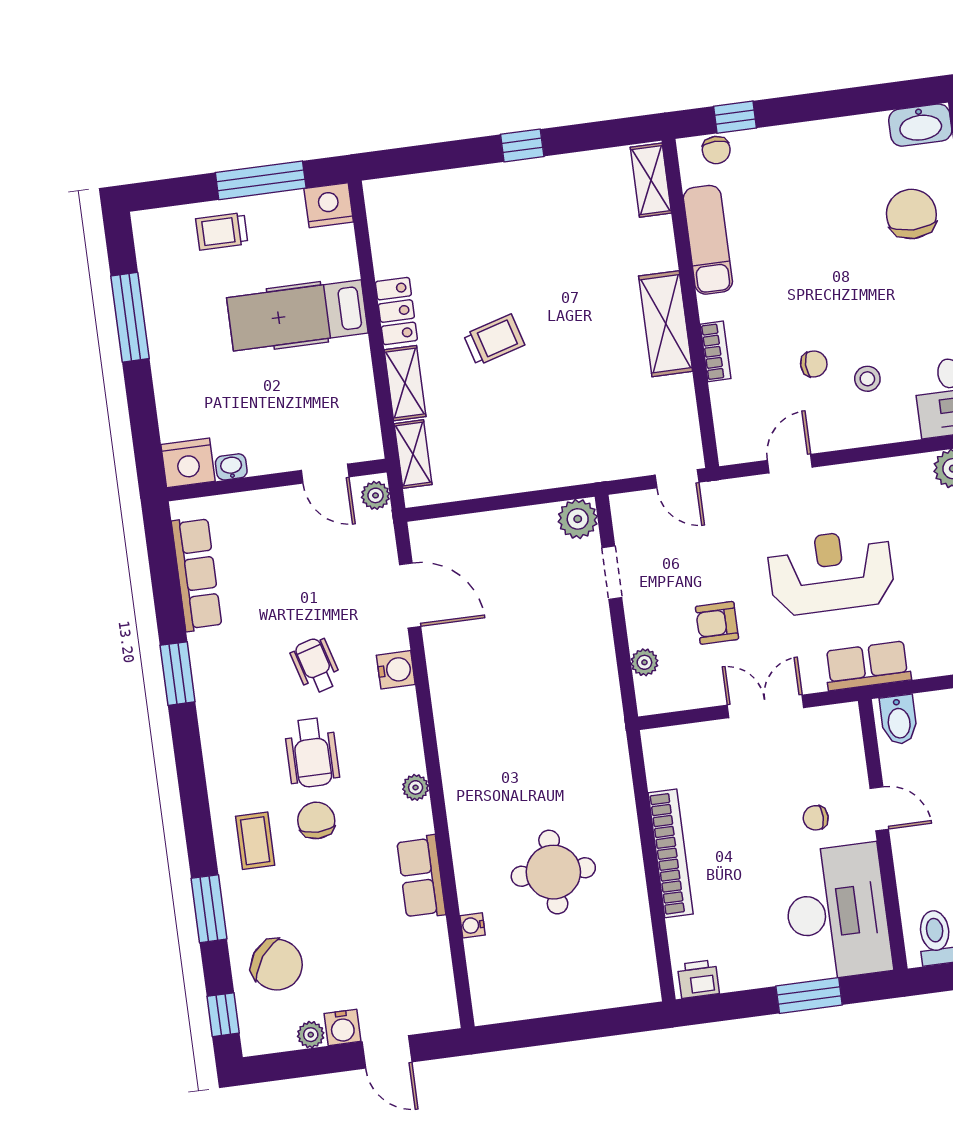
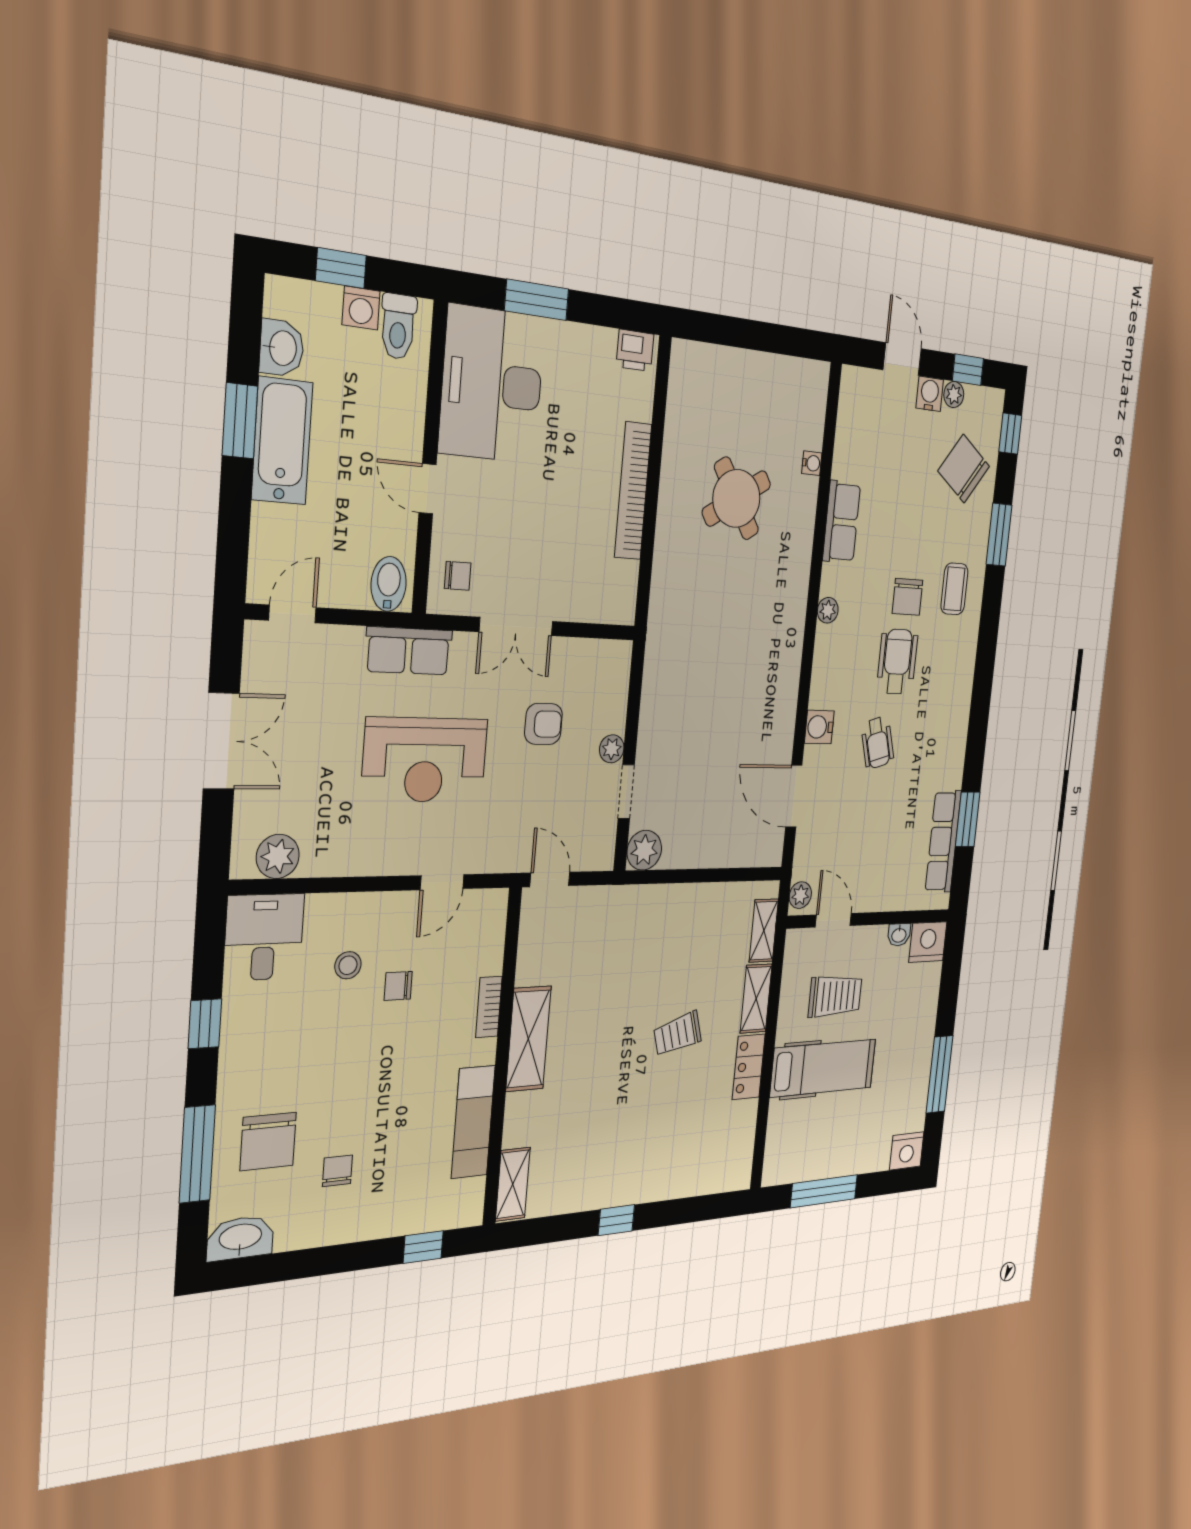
chair: (716, 150) -> (337, 1171), moved
nightstand: (329, 205) -> (907, 1151), moved
trolley: (222, 231) -> (835, 996), moved, width x1.36, depth x1.39
plant: (644, 662) -> (612, 749), moved
window: (178, 674) -> (968, 819), moved
chair: (816, 818) -> (458, 576), moved
round table: (553, 872) -> (736, 498), turned -33
window: (299, 1064) -> (968, 370), added

